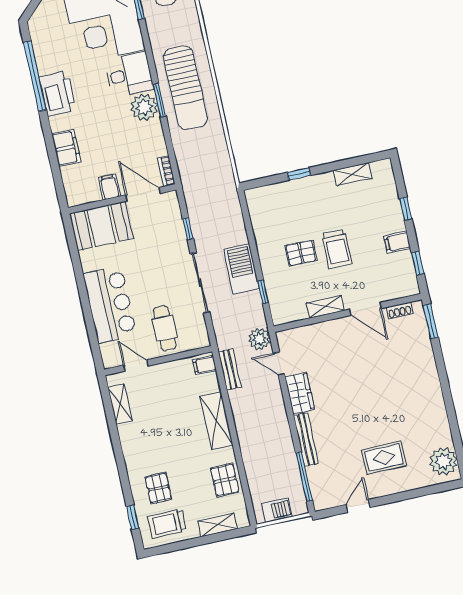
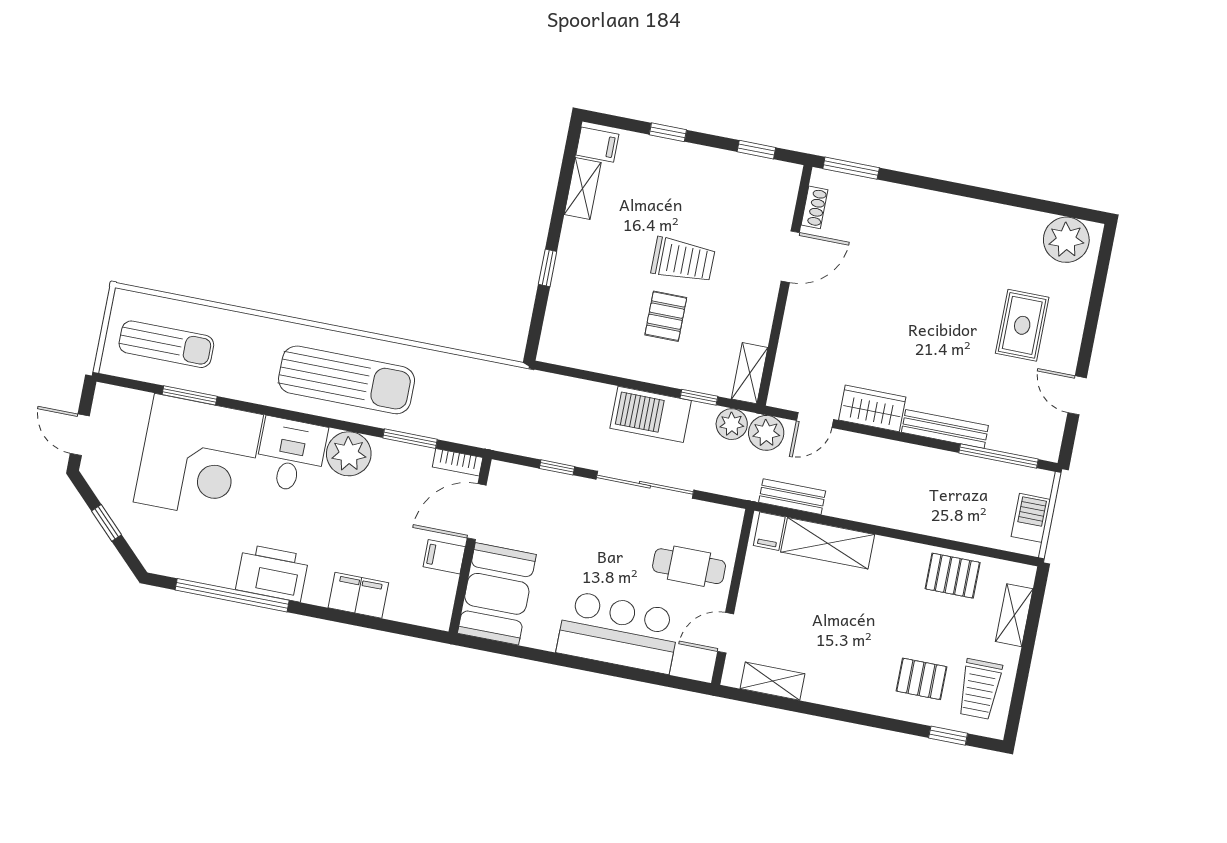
window: (160, 100) -> (410, 439), moved
filing cabinet: (397, 242) -> (597, 145), moved, turned -90
shelving: (325, 307) -> (750, 373), moved
plant: (256, 317) -> (732, 424), added
shelving: (216, 421) -> (828, 543), moved

